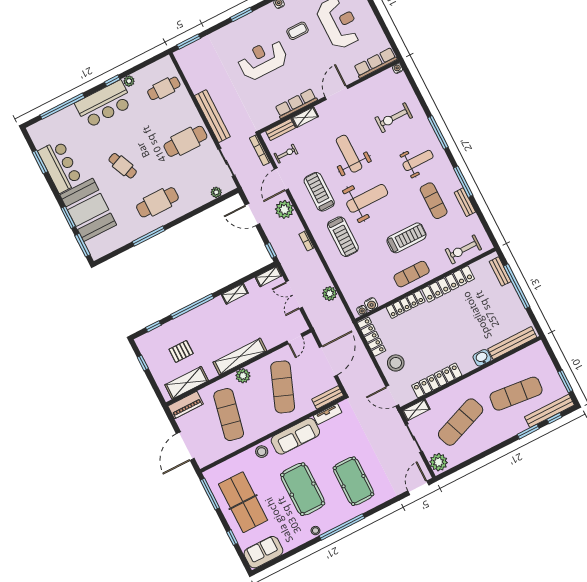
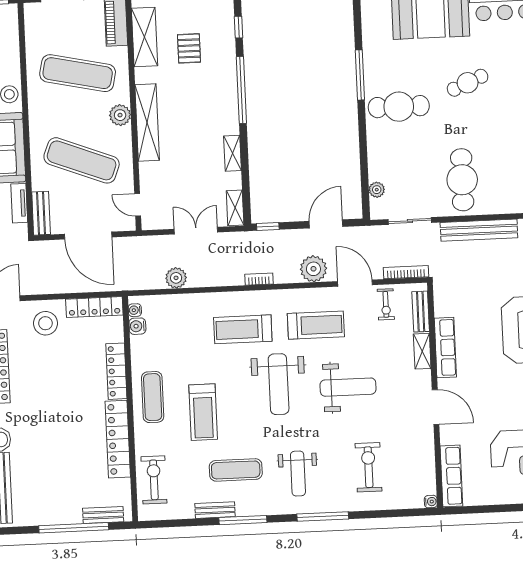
cafe table: (157, 202) -> (399, 107), turned 90

